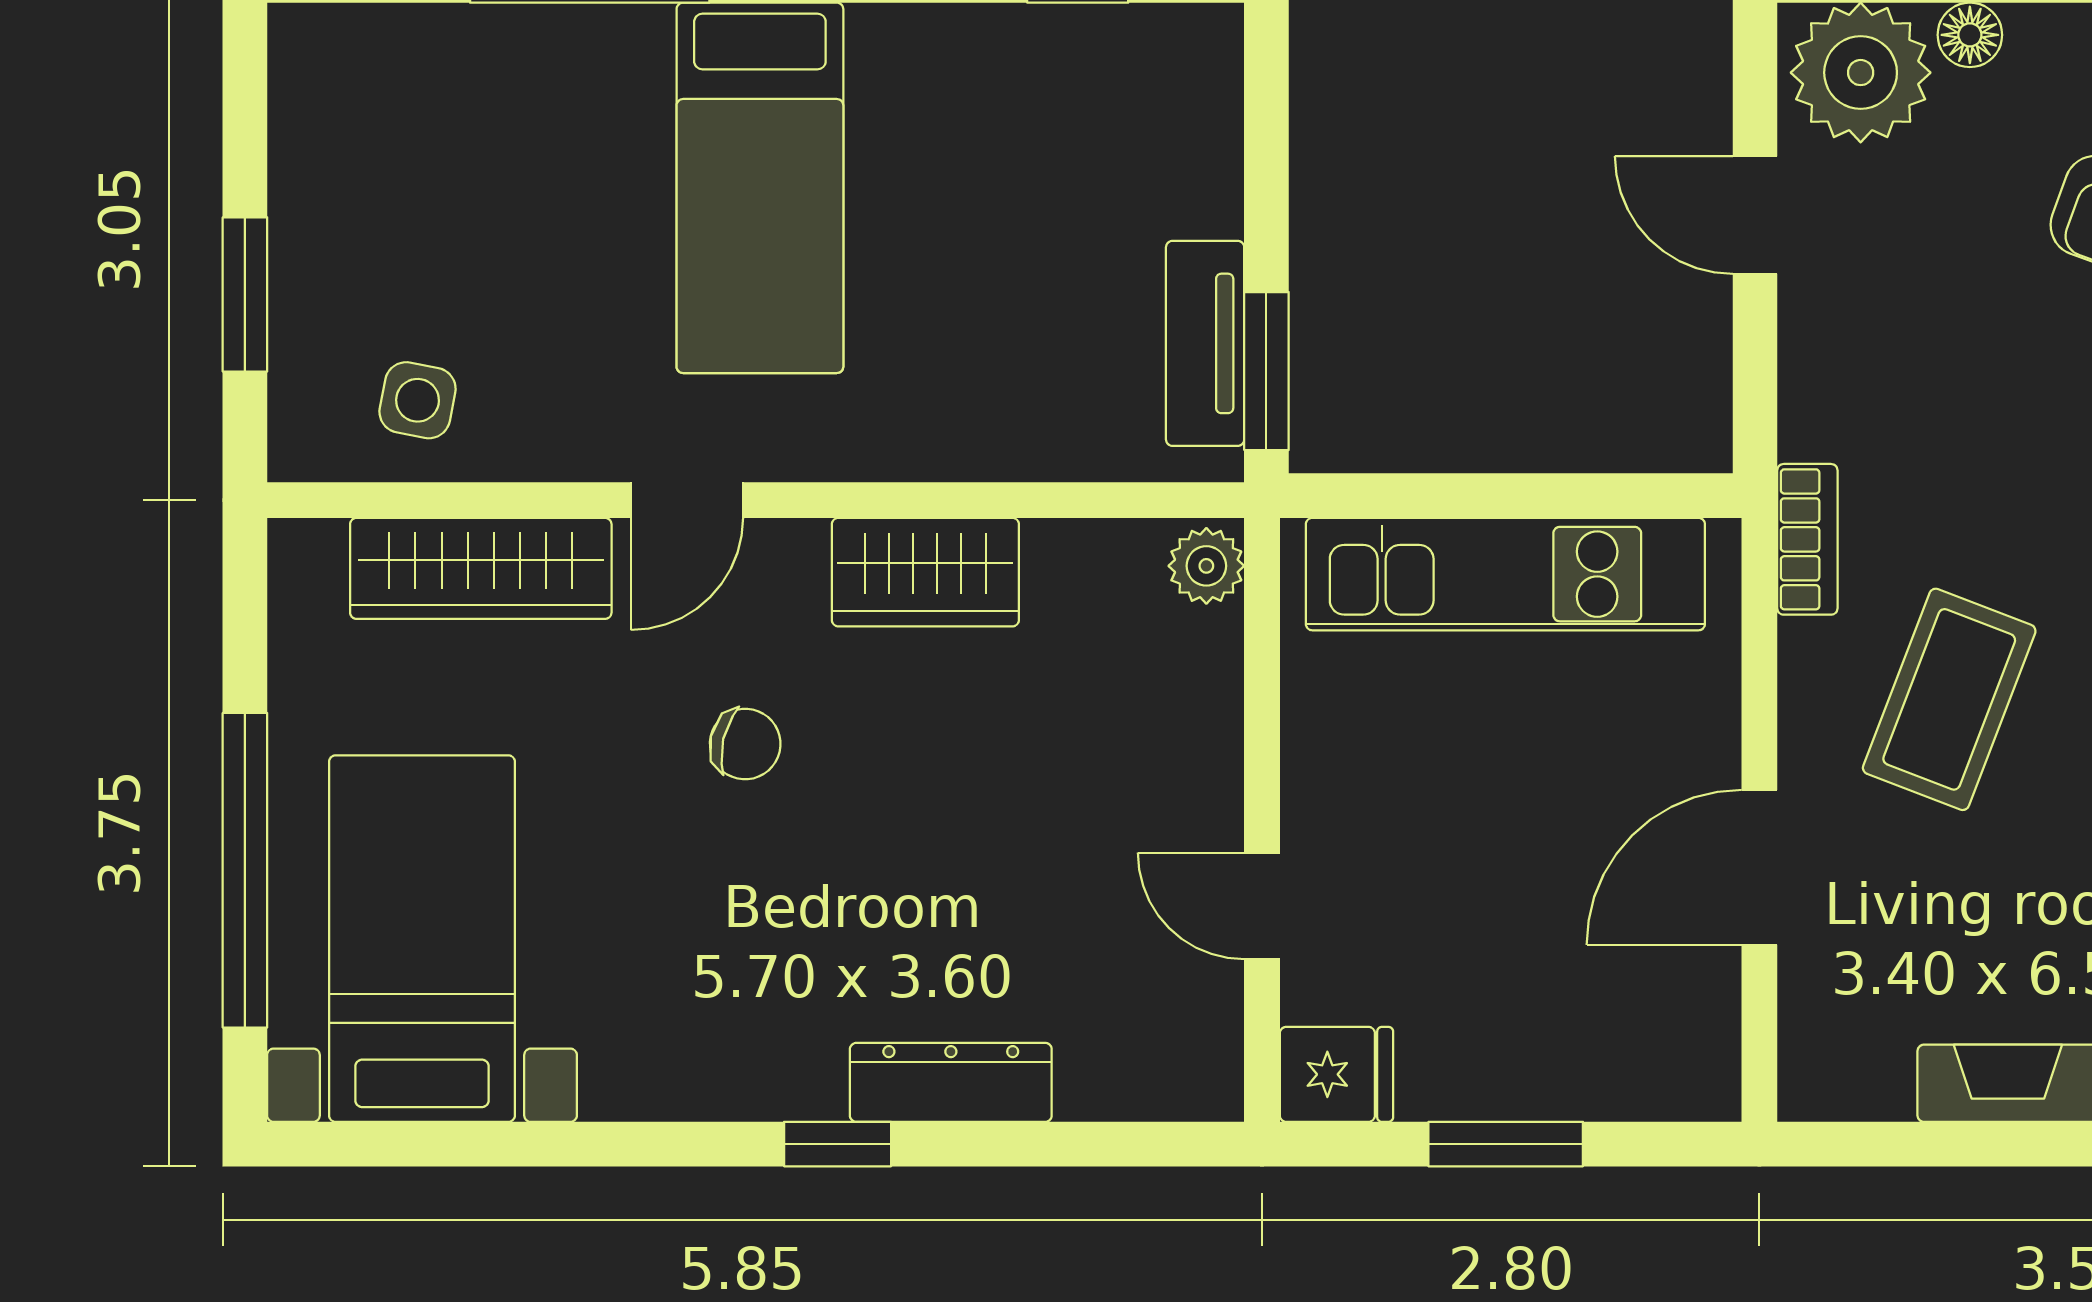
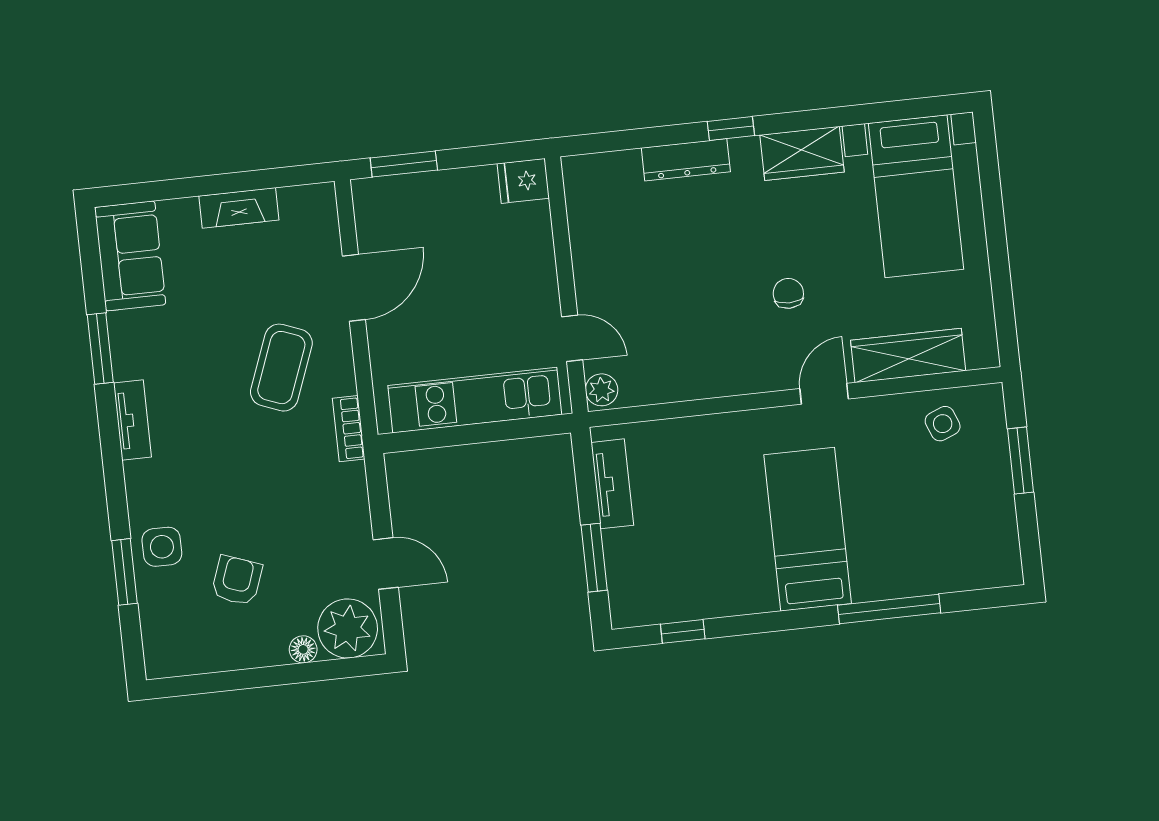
window: (1266, 371) -> (594, 558), moved
side table: (418, 400) -> (943, 424), turned -33
wardrobe: (925, 572) -> (802, 153), moved, turned 180
chair: (745, 744) -> (788, 293), turned 77
window: (245, 870) -> (994, 217), removed
door: (1262, 906) -> (572, 338), moved
window: (1506, 1144) -> (404, 164), moved

